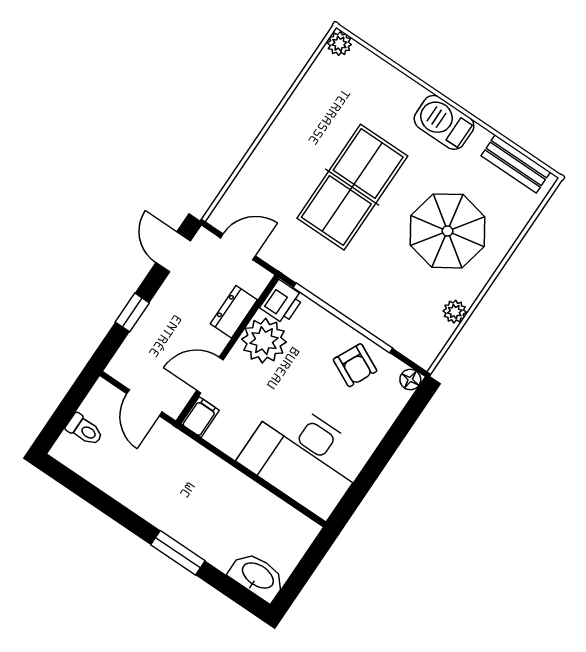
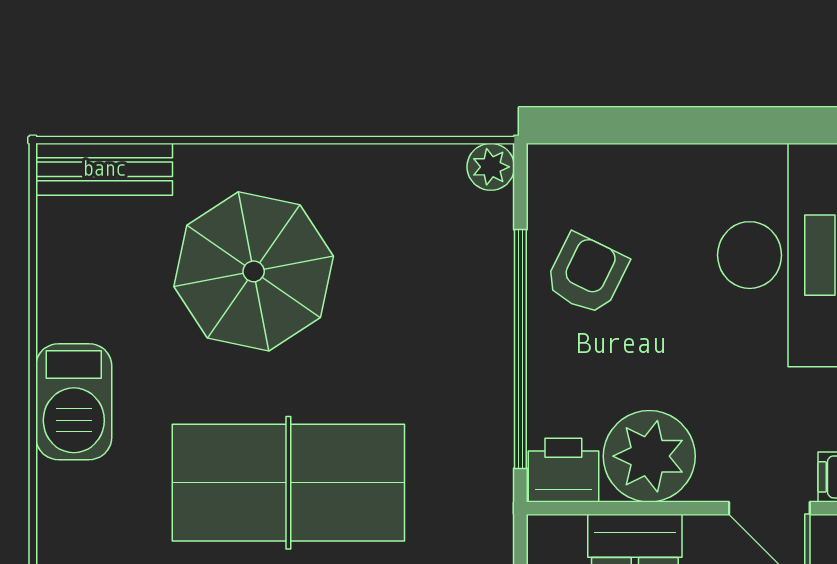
bench: (516, 164) -> (104, 169), moved, turned 90
plant: (455, 312) -> (491, 167), moved
floor lamp: (410, 380) -> (547, 164), removed

